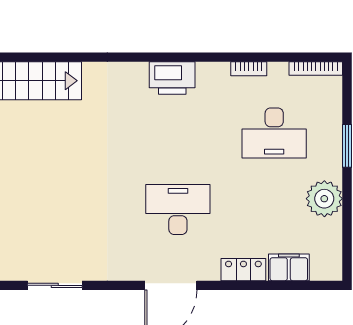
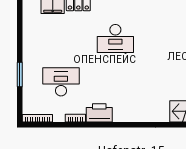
printer: (172, 78) -> (99, 113), moved
plant: (324, 199) -> (33, 45), removed

